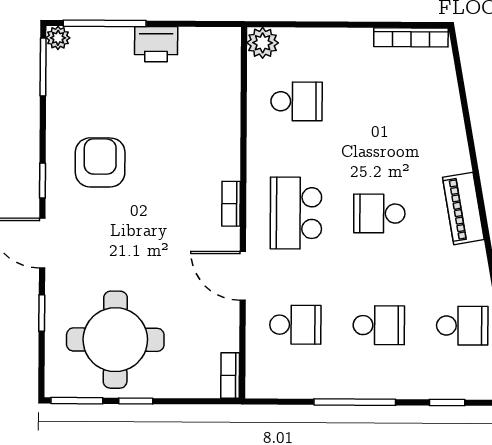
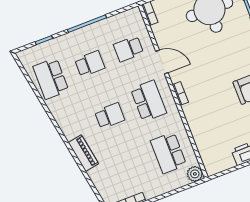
school desk: (297, 101) -> (168, 153), width x1.85
piano: (463, 208) -> (83, 153), moved
school desk: (379, 325) -> (90, 64), turned 180
school desk: (462, 326) -> (51, 79), width x1.85

